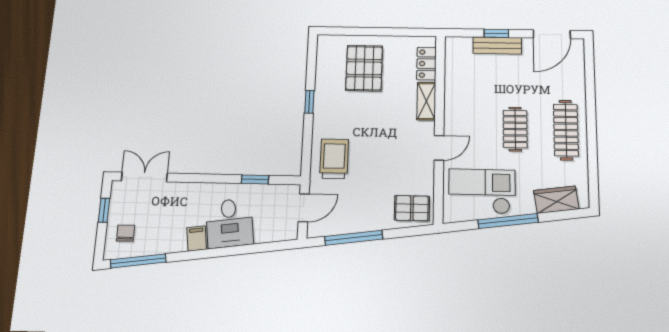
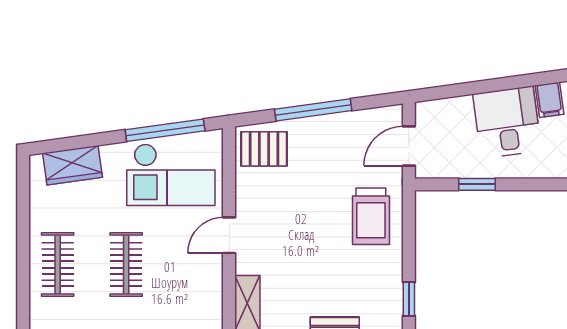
clothes rail: (566, 130) -> (58, 265), width x0.73
window: (508, 221) -> (165, 130), moved
window: (354, 238) -> (313, 110), moved

